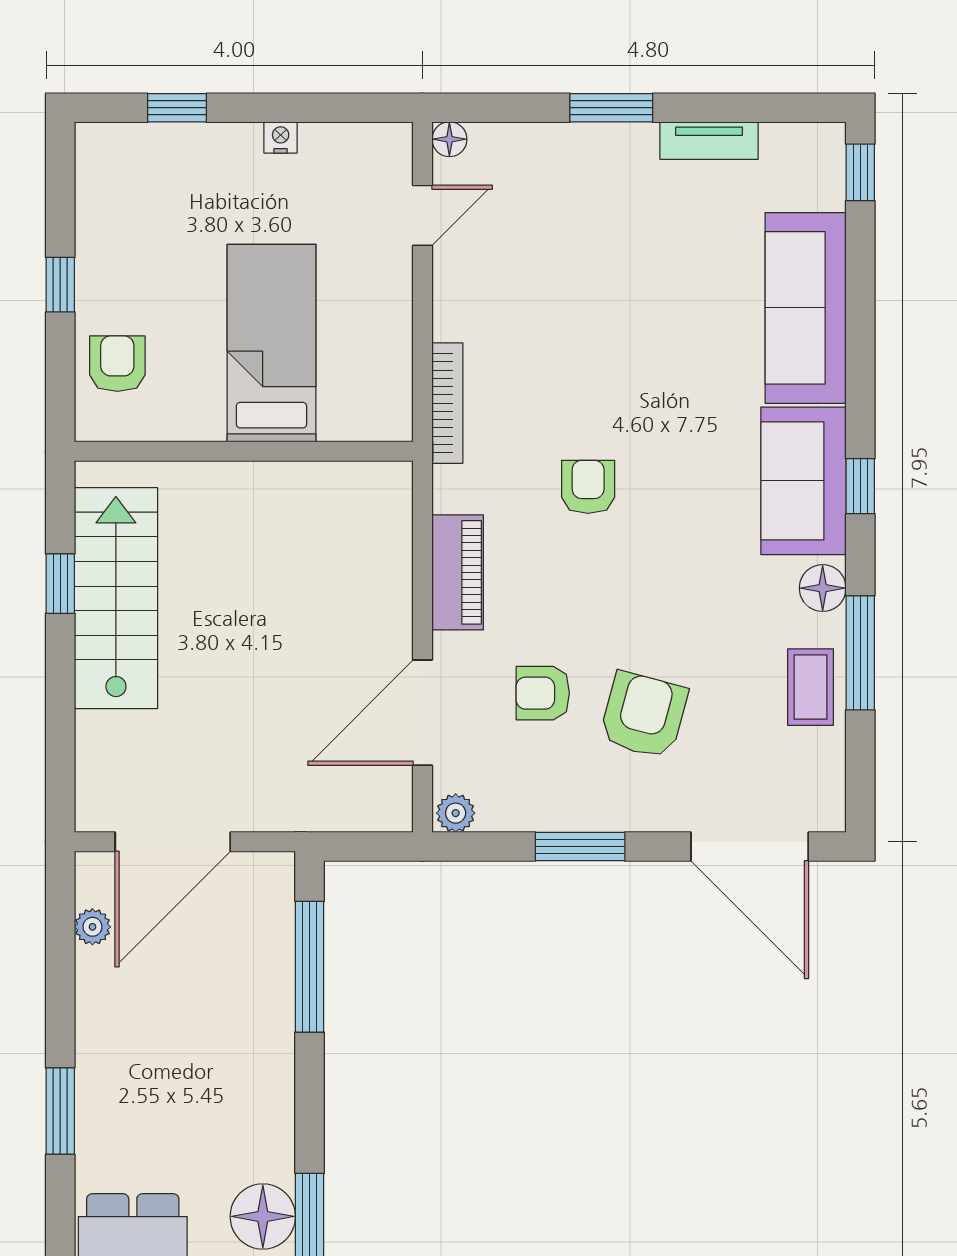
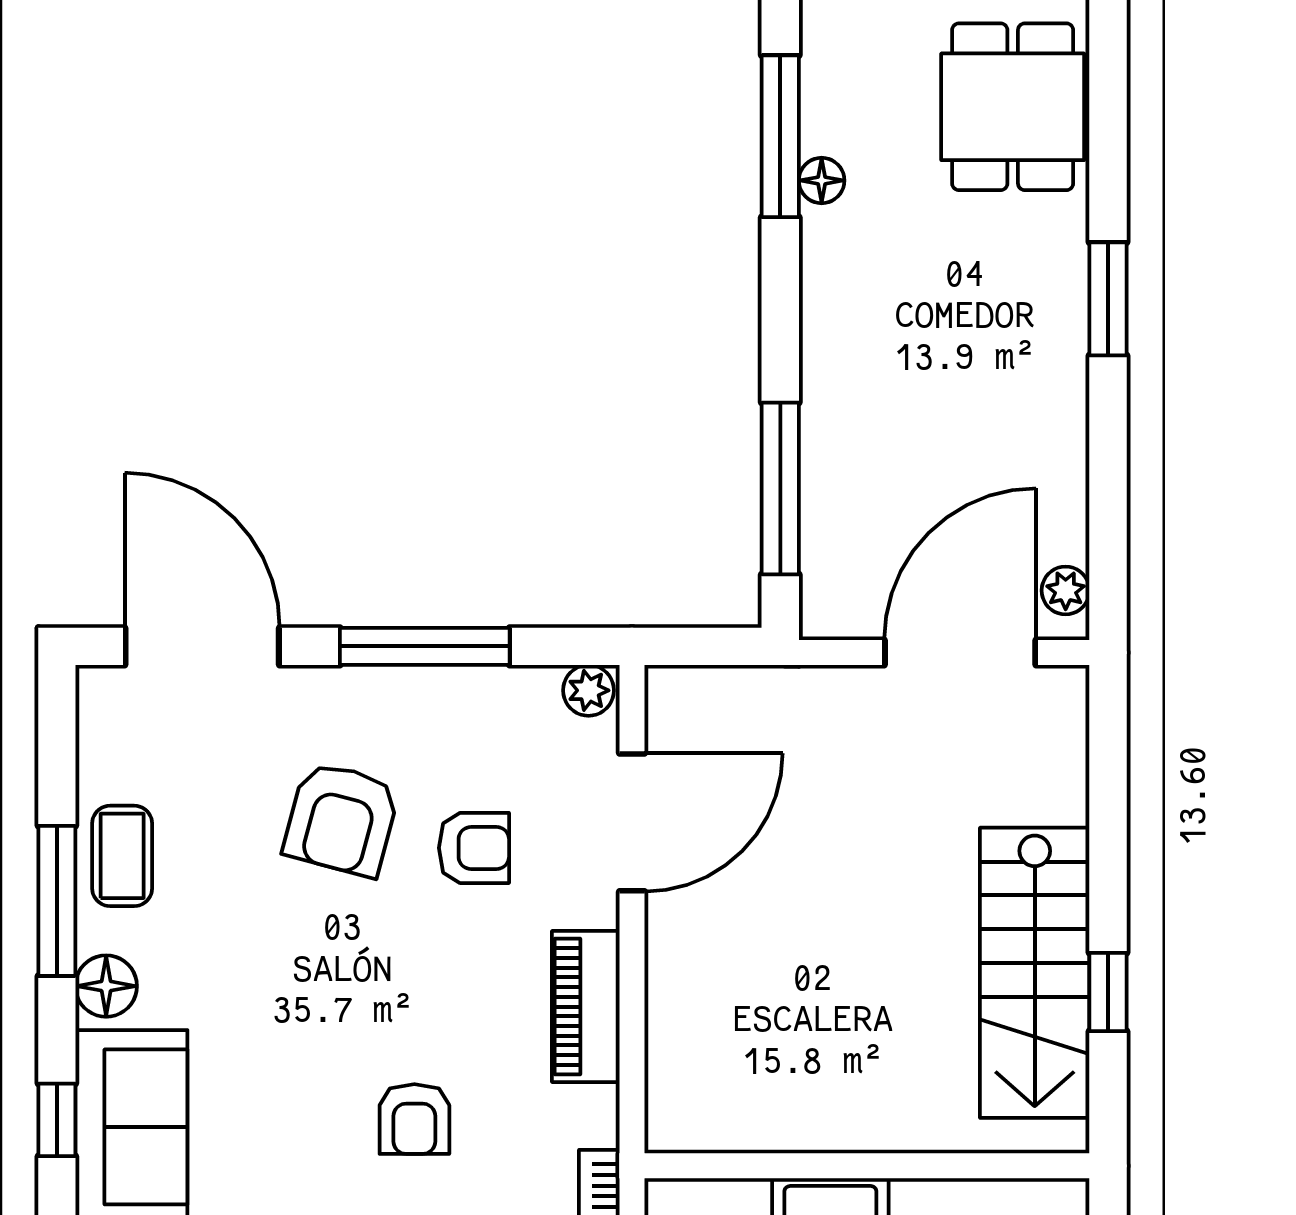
window: (580, 847) -> (425, 646), width x1.44
plant: (92, 927) -> (1066, 590), moved
floor lamp: (263, 1216) -> (822, 180), width x0.53, depth x0.53

